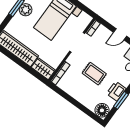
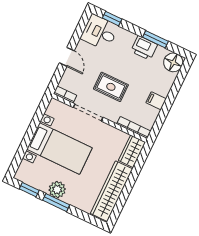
rug: (94, 74) -> (111, 87), moved, turned 90
filing cabinet: (77, 93) -> (156, 101), added

